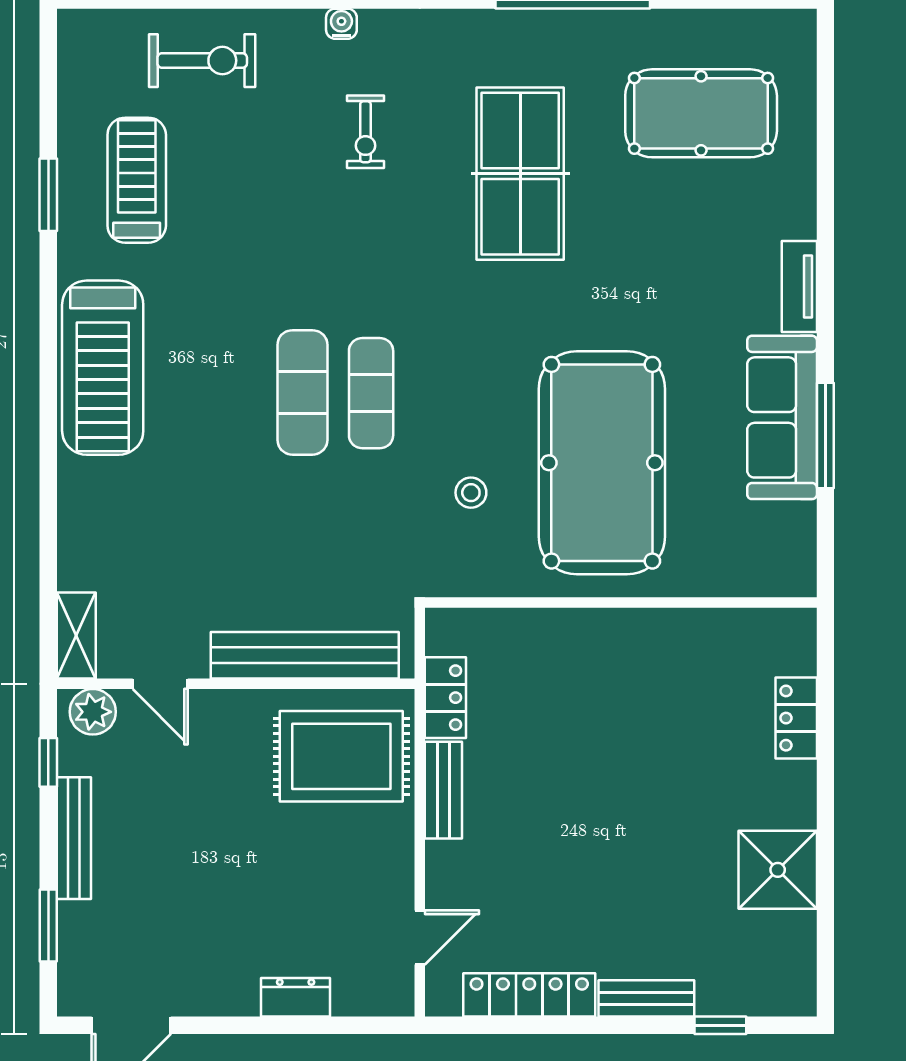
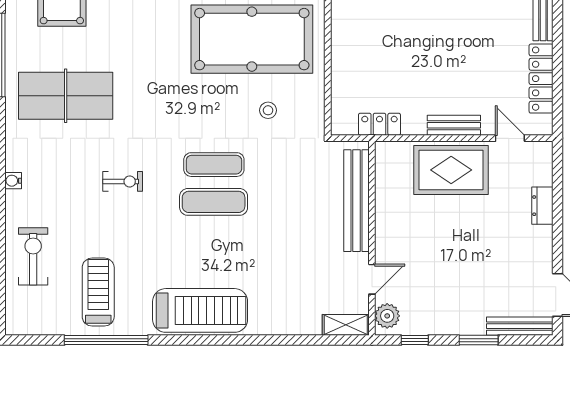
exercise bike: (365, 132) -> (123, 181), moved
table tennis table: (520, 174) -> (66, 96), moved
treadmill: (137, 180) -> (98, 292), turned 90
window: (48, 195) -> (106, 340), width x2.11
rug: (341, 756) -> (451, 170), moved, turned 90
bench: (443, 790) -> (454, 125), moved
bench: (74, 838) -> (520, 326), moved
window: (48, 926) -> (479, 340), moved

